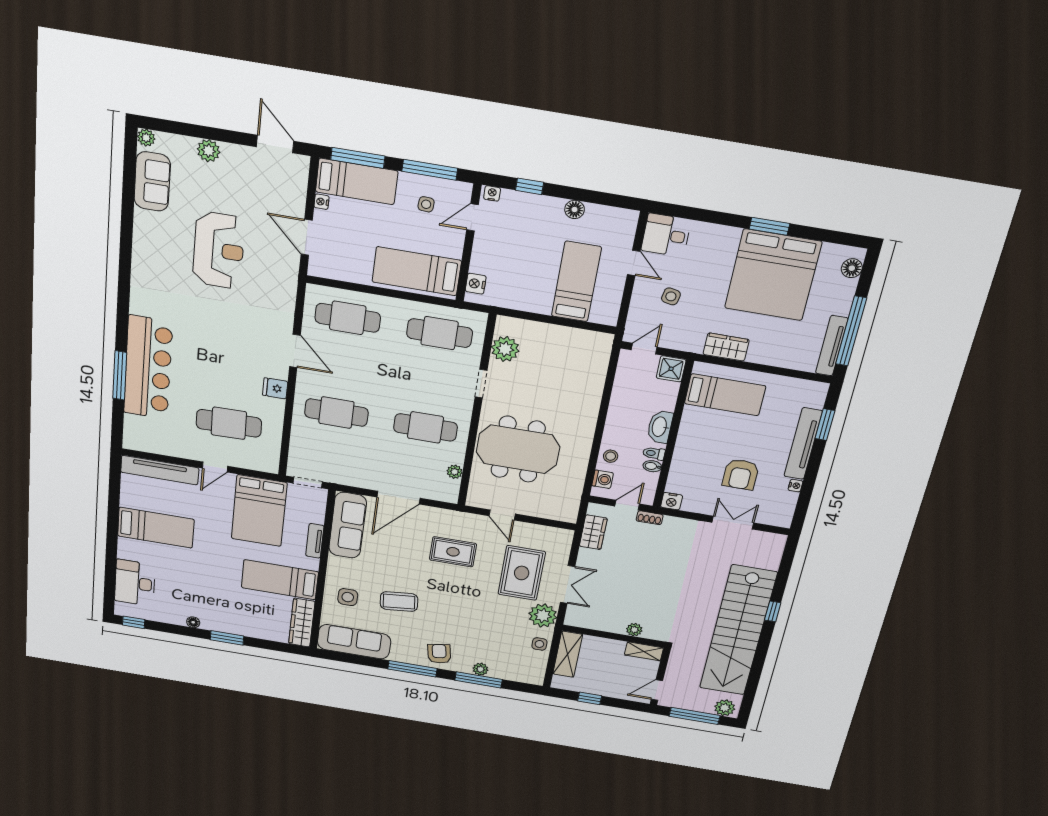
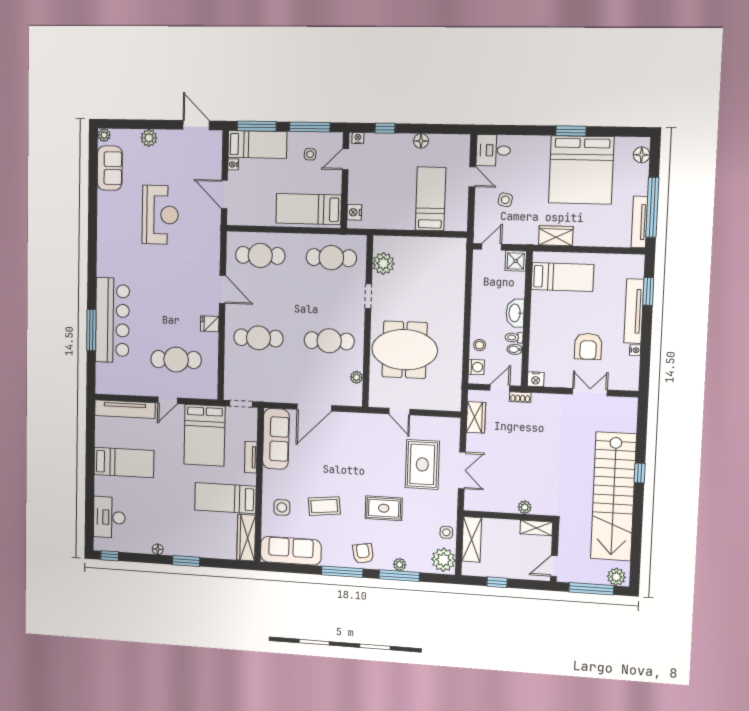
rug: (453, 552) -> (384, 508), moved
plant: (543, 616) -> (443, 560), moved

